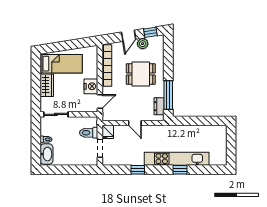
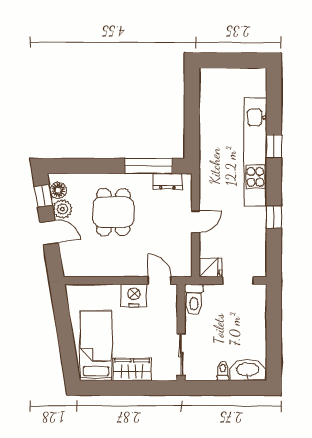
floor lamp: (154, 41) -> (58, 190), added
bookcase: (107, 66) -> (99, 269), removed
toilet: (89, 133) -> (194, 299), moved

